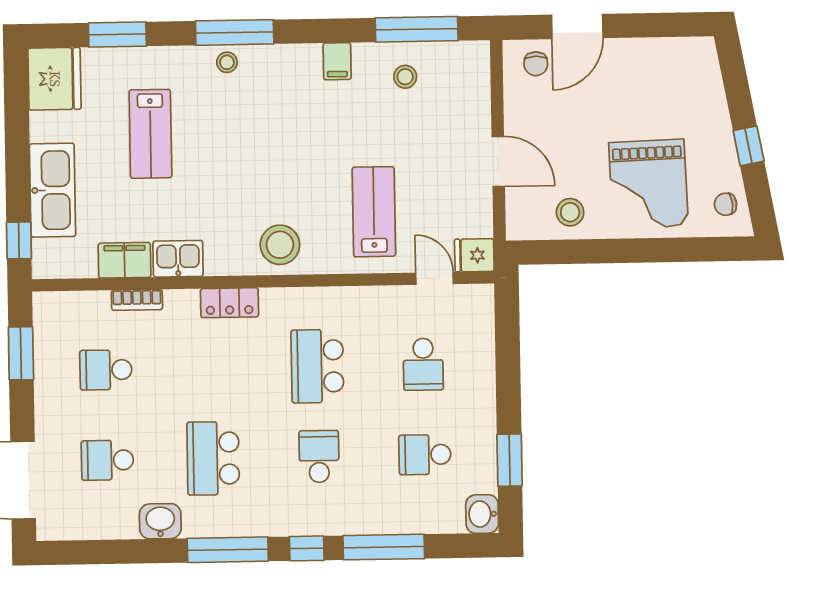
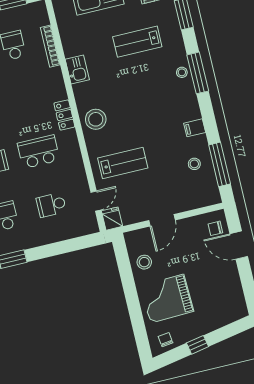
filing cabinet: (125, 260) -> (71, 43), removed
bookcase: (137, 300) -> (50, 46), width x1.56
locker: (229, 303) -> (64, 115), moved

